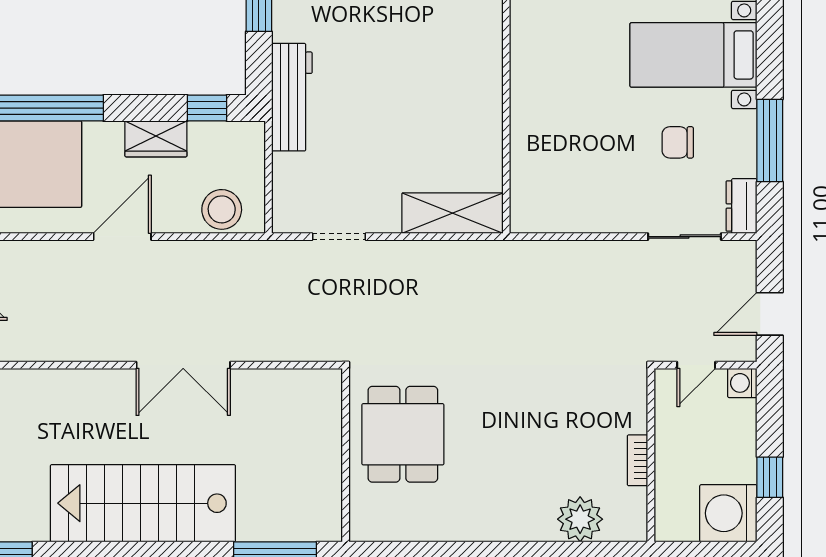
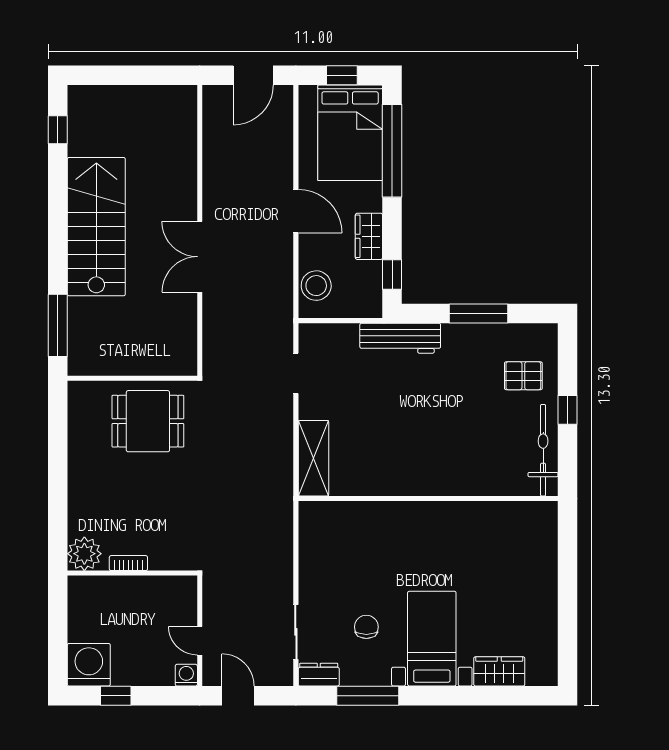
wall: (651, 455) -> (132, 573), moved
bookcase: (637, 460) -> (128, 563), moved

